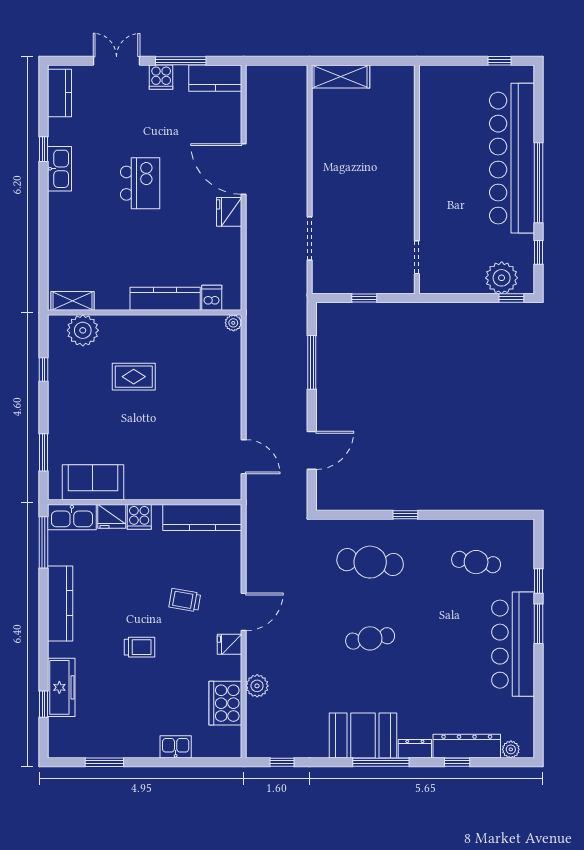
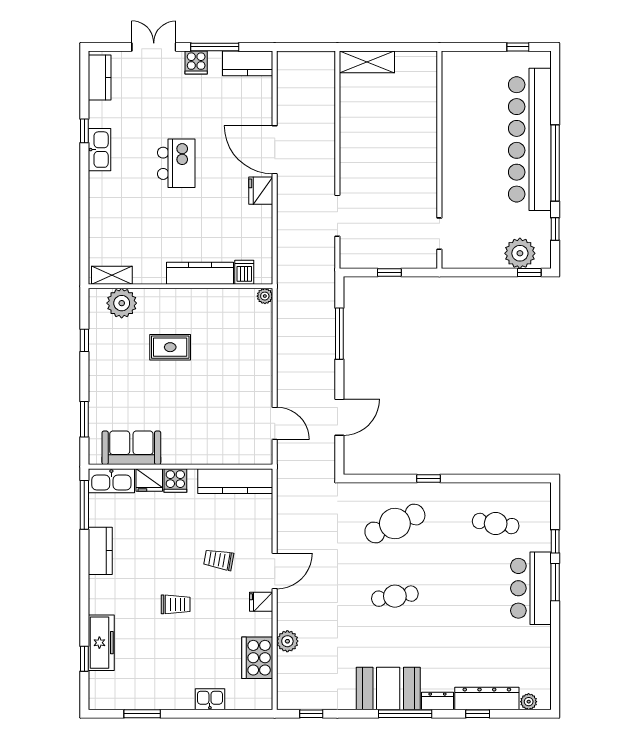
cafe table: (370, 562) -> (395, 524), turned -30
kitchen counter: (60, 603) -> (100, 551), width x0.67
bar counter: (513, 644) -> (531, 588), width x0.73

